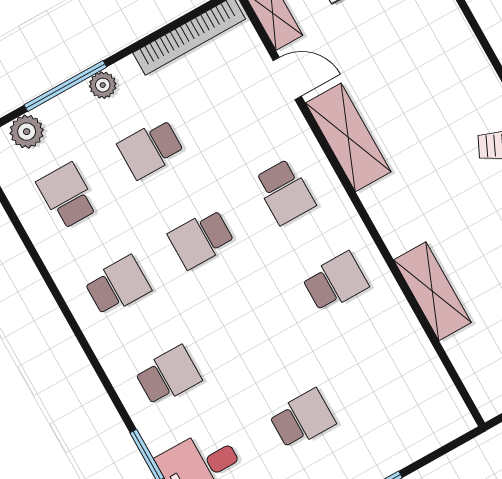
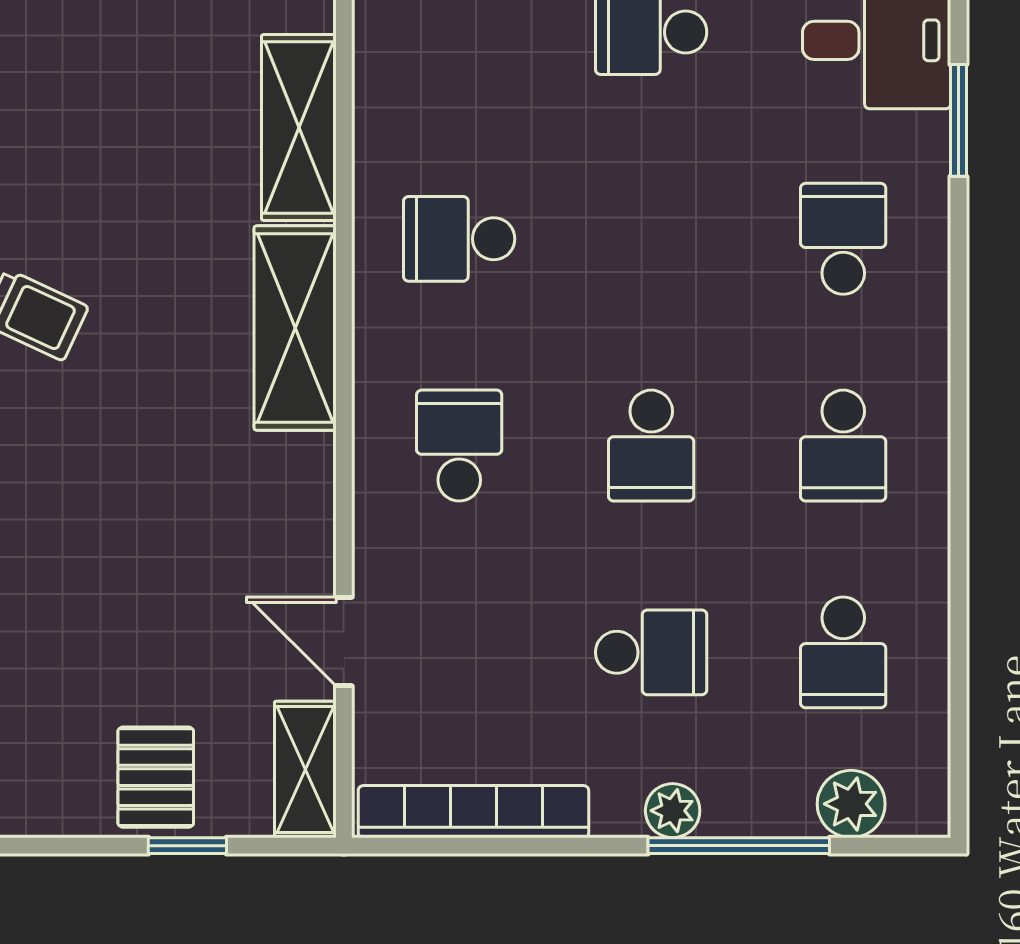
shelving: (348, 137) -> (295, 328), moved
school desk: (201, 239) -> (651, 446), turned 90
school desk: (118, 286) -> (843, 446), turned -90
school desk: (168, 376) -> (843, 239), turned 90

